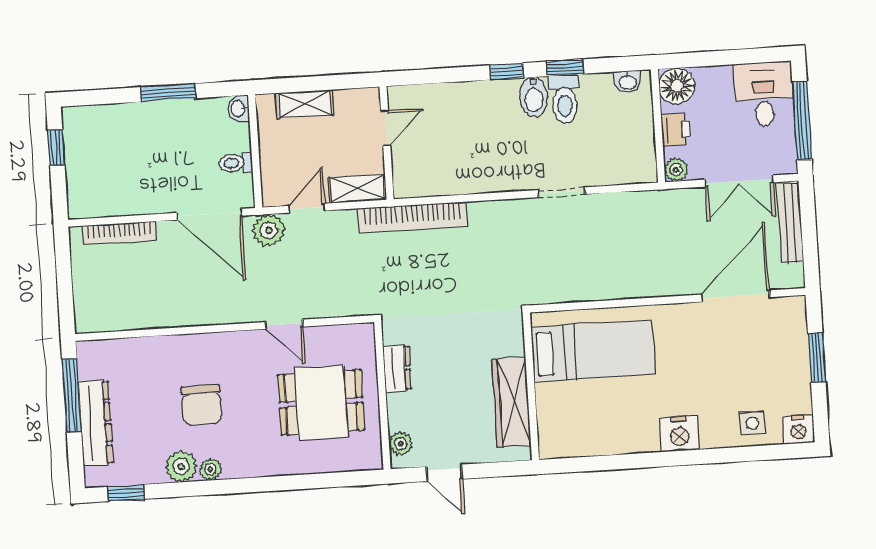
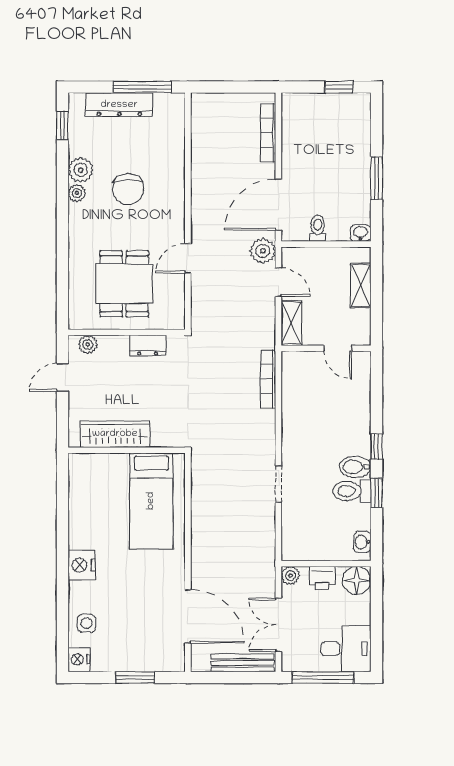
bookcase: (412, 217) -> (268, 379), width x0.68, depth x0.76
chair: (201, 405) -> (128, 189), turned -91

